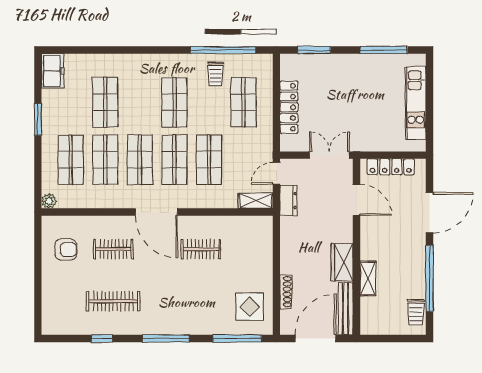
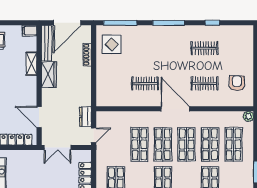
shelving: (256, 201) -> (108, 116), removed
armchair: (66, 250) -> (237, 83), turned 90
clothes rail: (113, 301) -> (205, 48), width x0.73
filing cabinet: (371, 327) -> (30, 31), added

